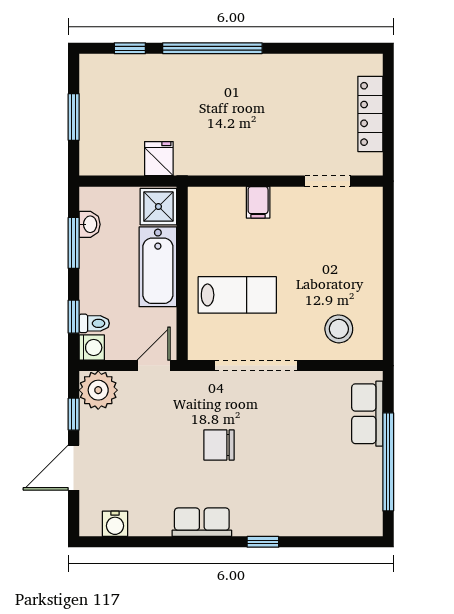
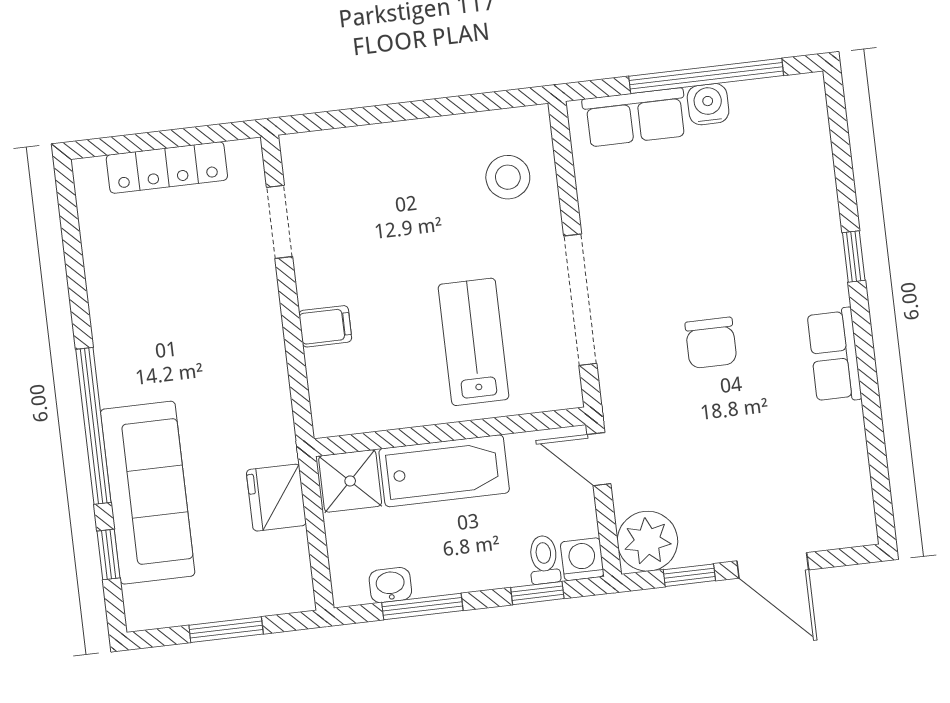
sofa: (166, 78) -> (148, 493), added
fridge: (159, 159) -> (276, 498), width x1.38
water cooler: (115, 524) -> (708, 104), moved, turned -90

